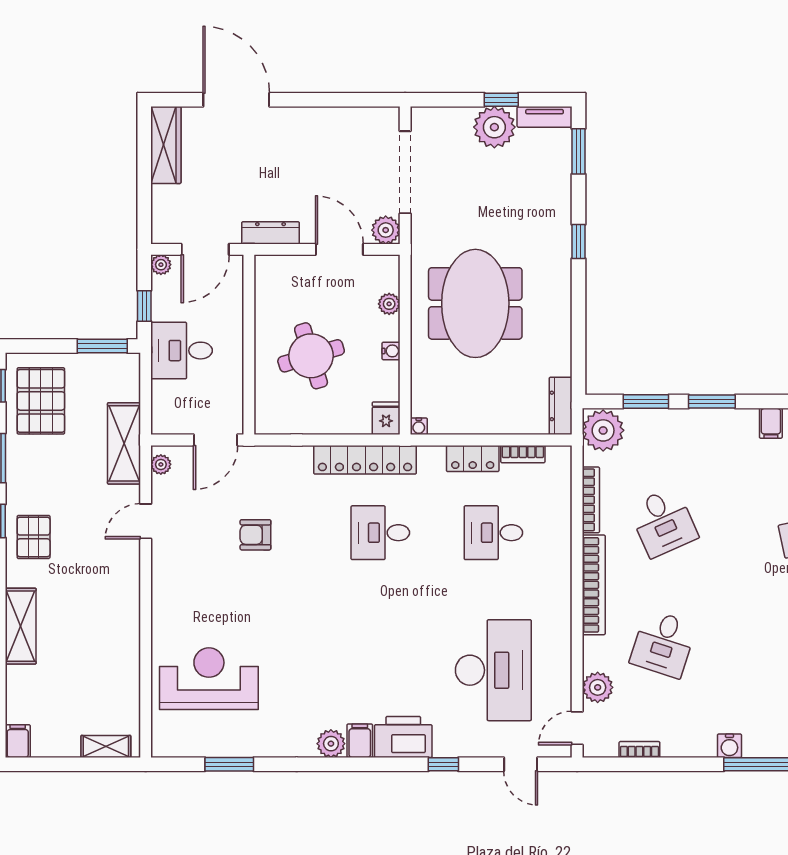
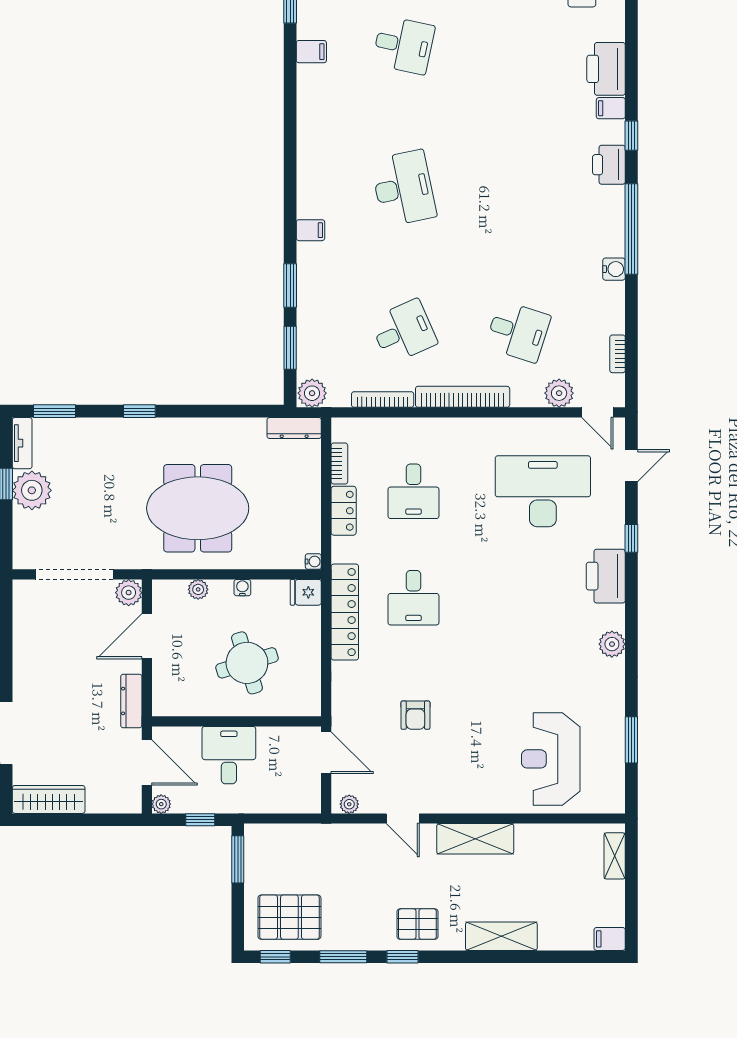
desk: (182, 351) -> (229, 755), moved, turned 180
plant: (603, 430) -> (312, 393), width x0.73, depth x0.73
shelving: (124, 443) -> (475, 839), moved
filing cabinet: (360, 741) -> (609, 617), removed

